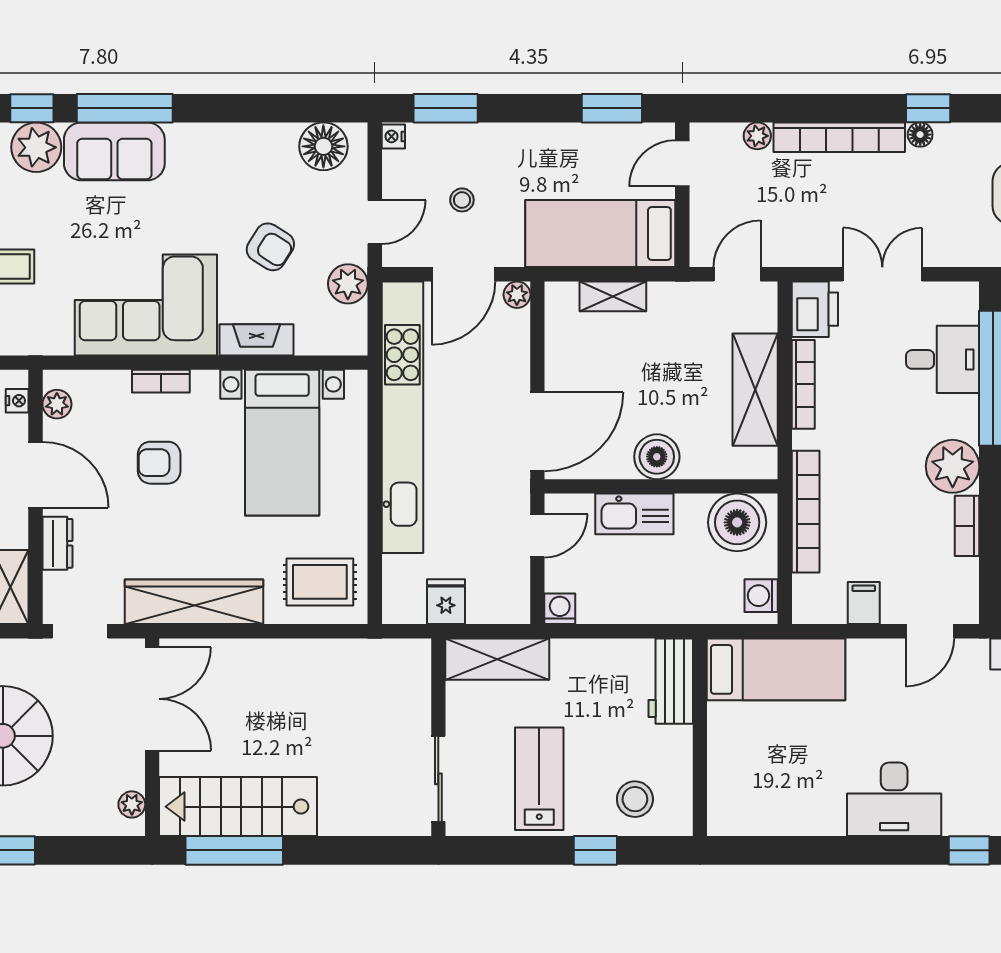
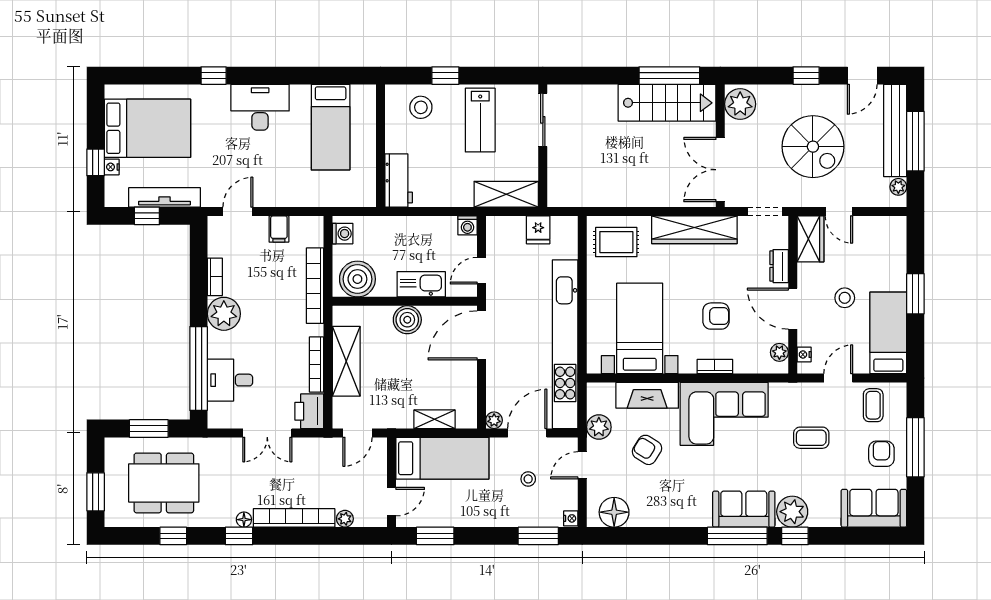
fireplace: (257, 340) -> (647, 395), width x1.37, depth x1.32
bed: (776, 669) -> (331, 127), moved, turned -90
plant: (132, 804) -> (740, 104), width x1.88, depth x1.88

